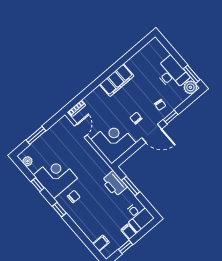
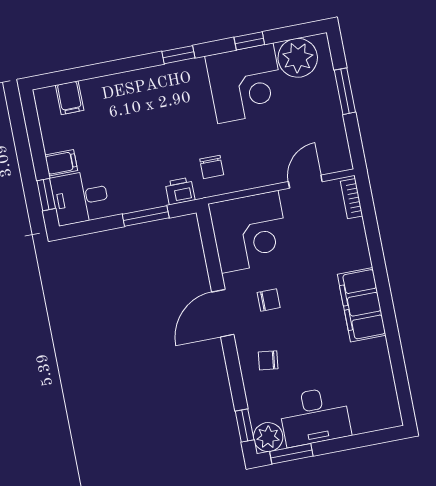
window: (171, 117) -> (245, 426), moved
door: (81, 131) -> (305, 182), swing flipped
plant: (27, 161) -> (298, 58), width x1.87, depth x1.87
printer: (114, 184) -> (180, 191), width x0.53, depth x0.68
chair: (74, 197) -> (212, 167), moved
window: (125, 247) -> (46, 195), moved

